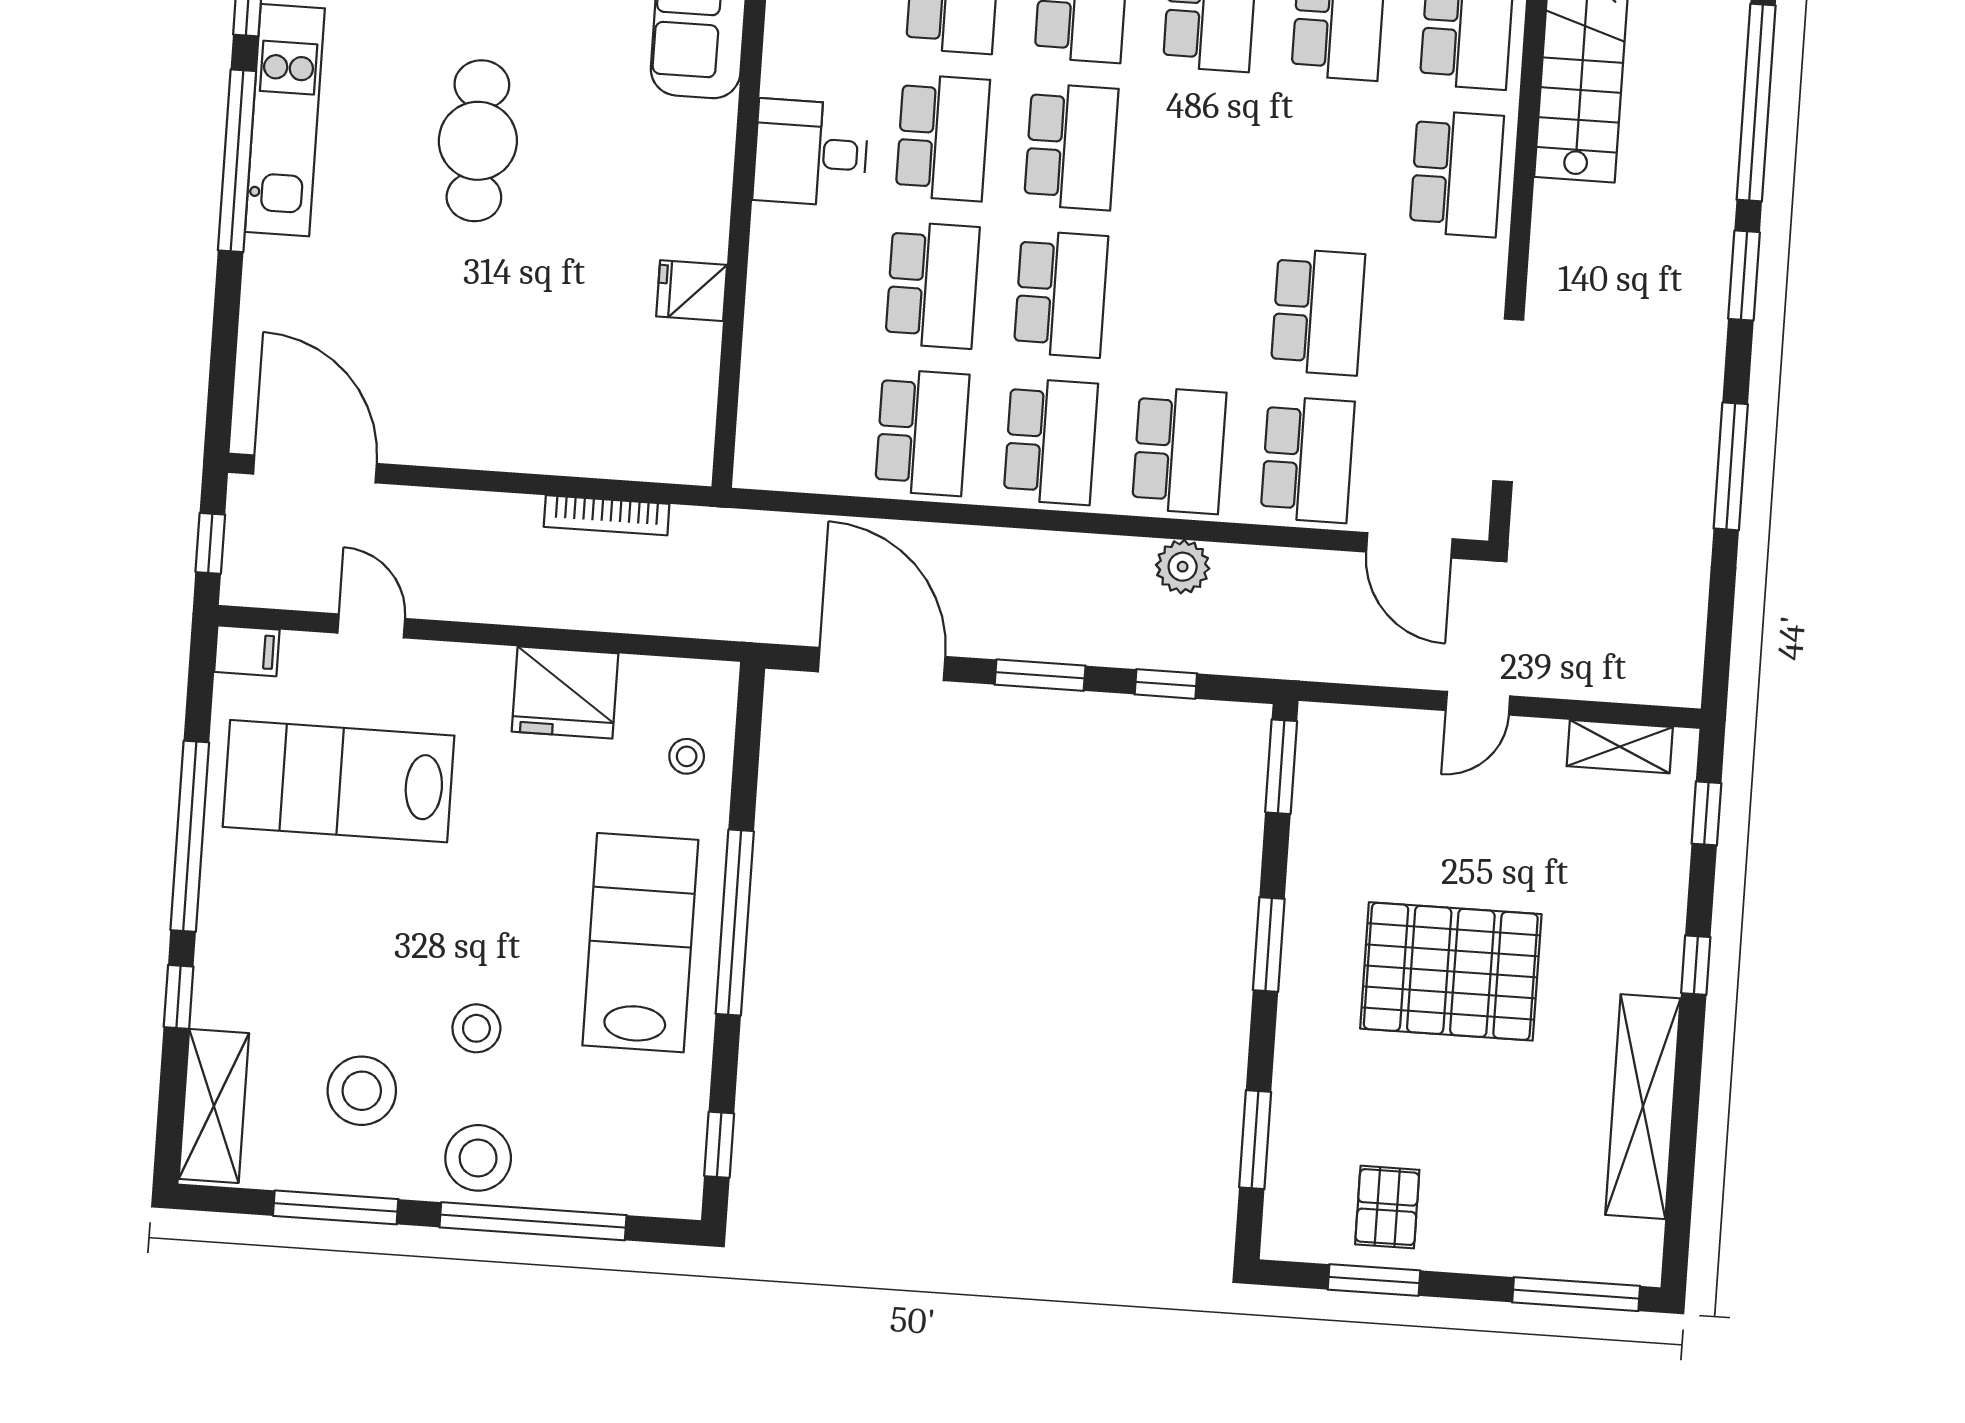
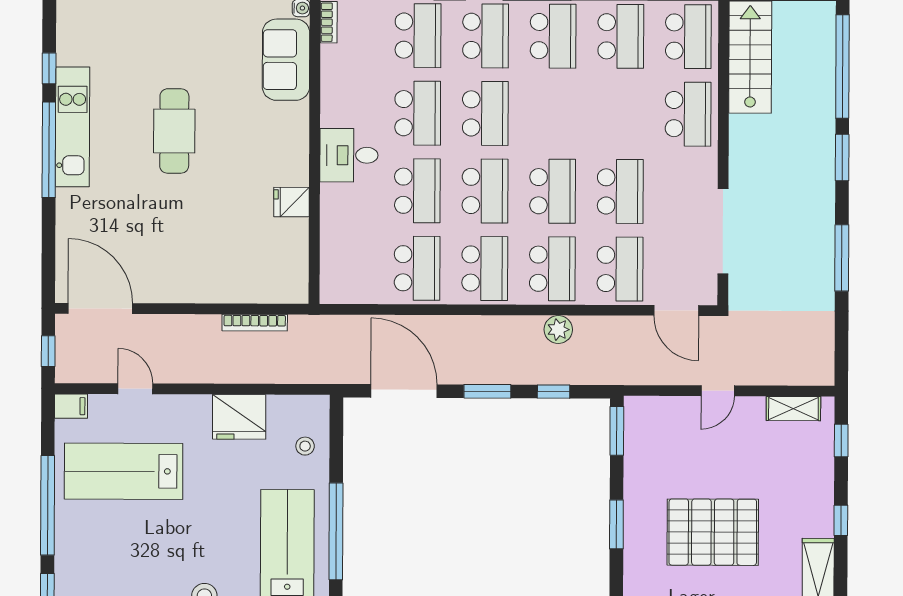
desk: (811, 153) -> (349, 155), moved
school desk: (1189, 303) -> (553, 191), added

